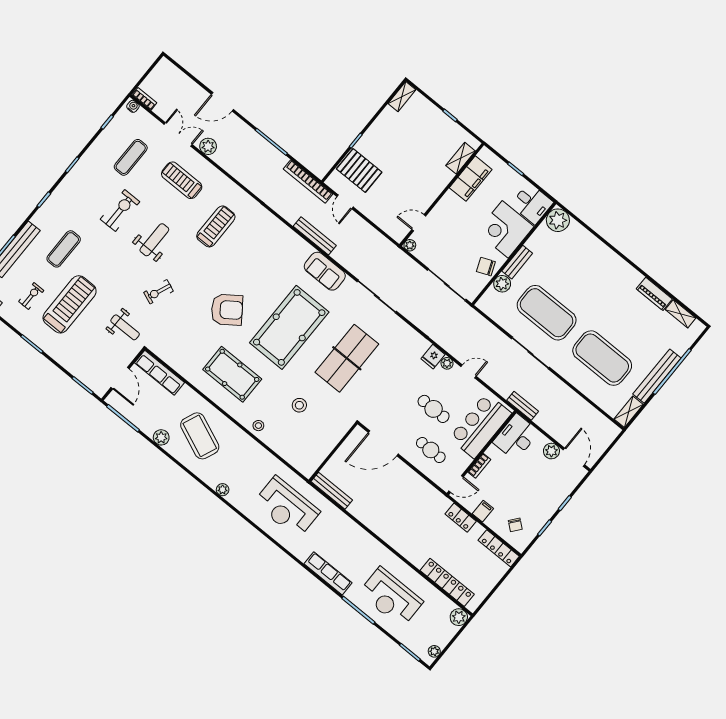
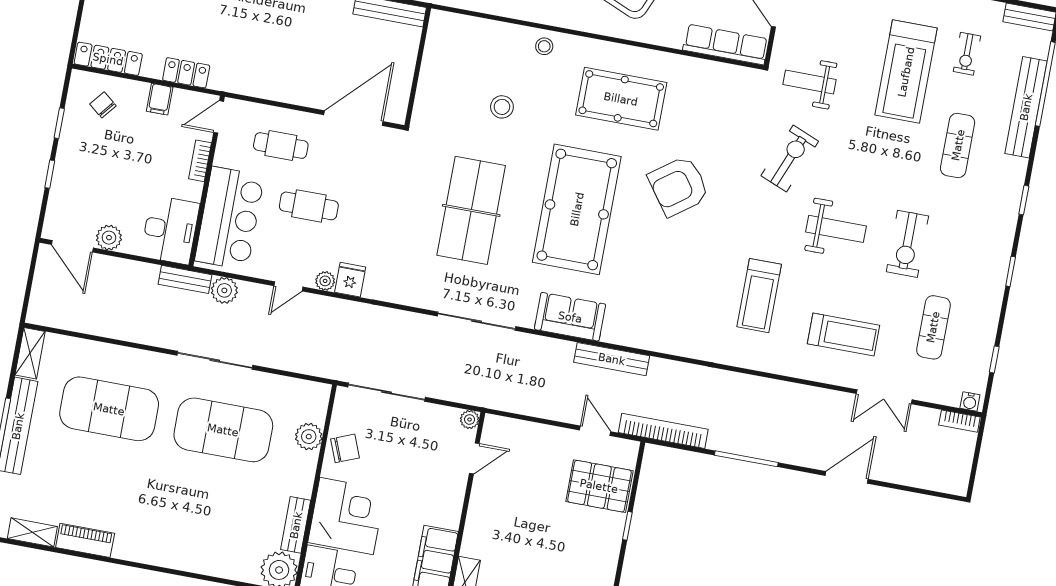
plant: (208, 146) -> (224, 290), moved
weight bench: (154, 240) -> (836, 229), turned -90
bench: (517, 262) -> (296, 525), moved
exercise bike: (158, 292) -> (790, 158), width x1.38, depth x1.39

